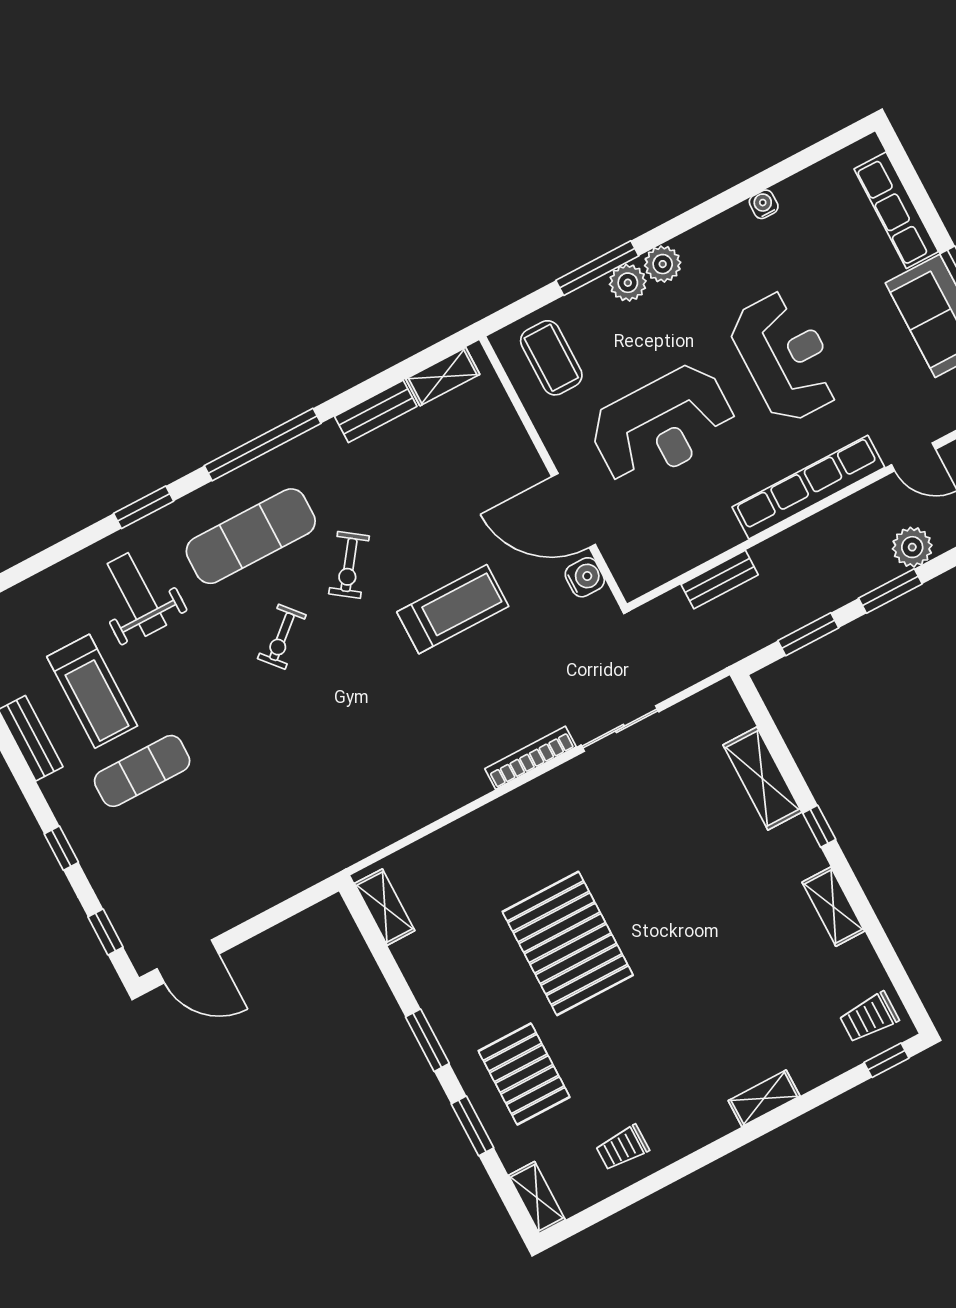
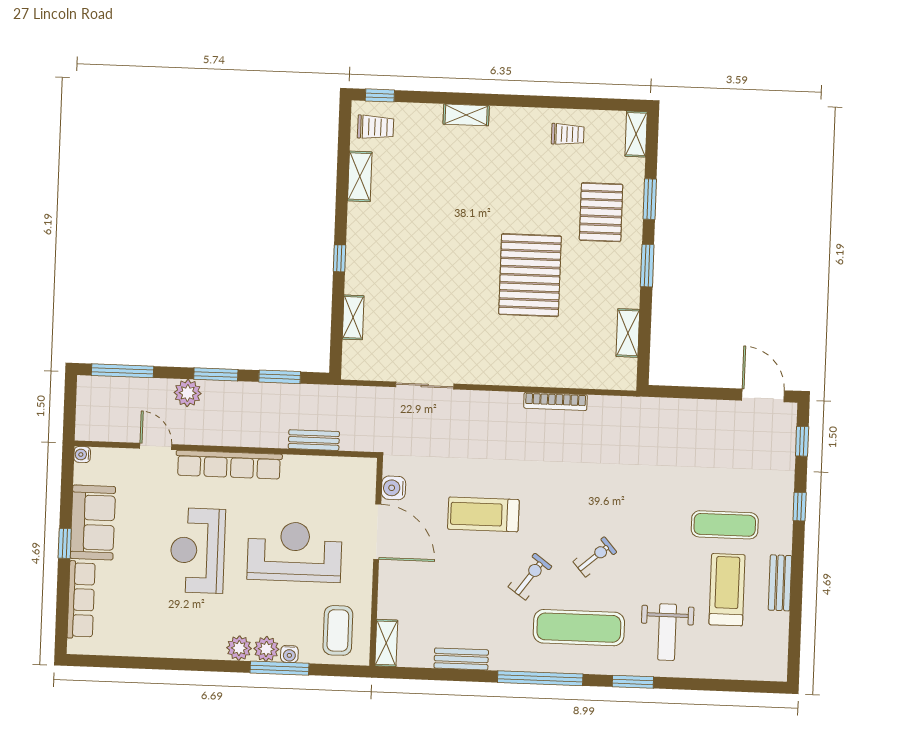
water cooler: (764, 204) -> (289, 654), moved
shelving: (443, 377) -> (386, 643), moved, turned 90
bookcase: (531, 758) -> (555, 401), moved
shelving: (762, 778) -> (353, 317), width x0.67, depth x0.75
shelving: (385, 907) -> (628, 333), moved
shelving: (833, 907) -> (360, 176), moved

